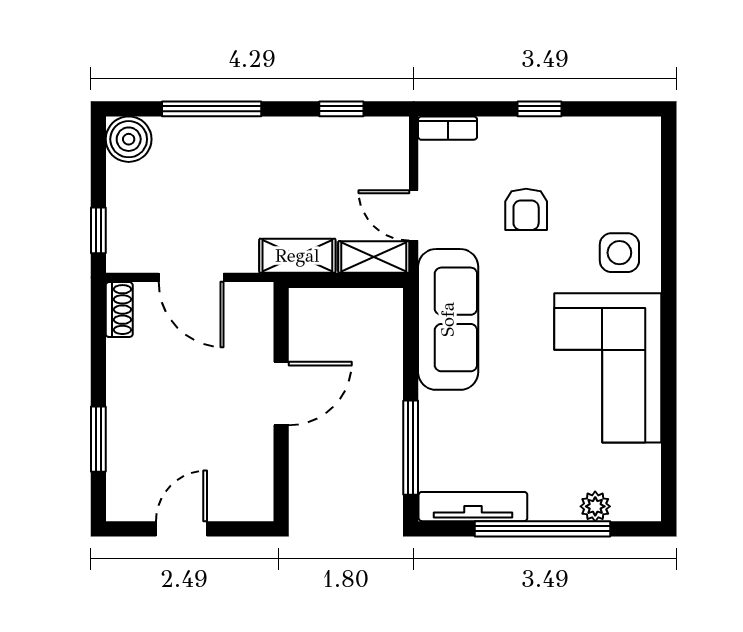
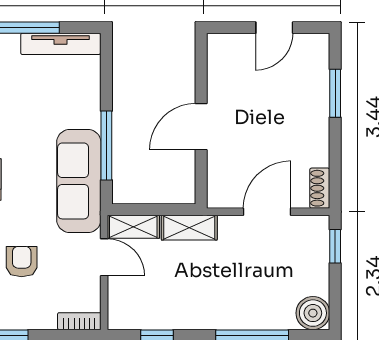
door: (191, 277) -> (267, 212), hinge flipped
window: (411, 448) -> (106, 146), moved

